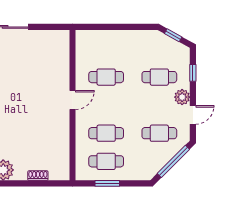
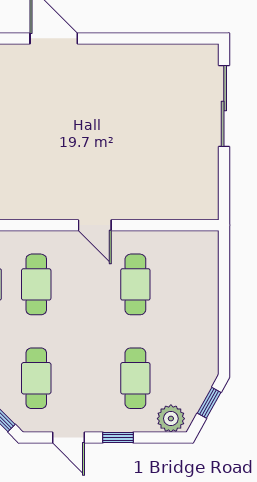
window: (193, 73) -> (118, 437), moved
plant: (182, 97) -> (171, 419), moved

